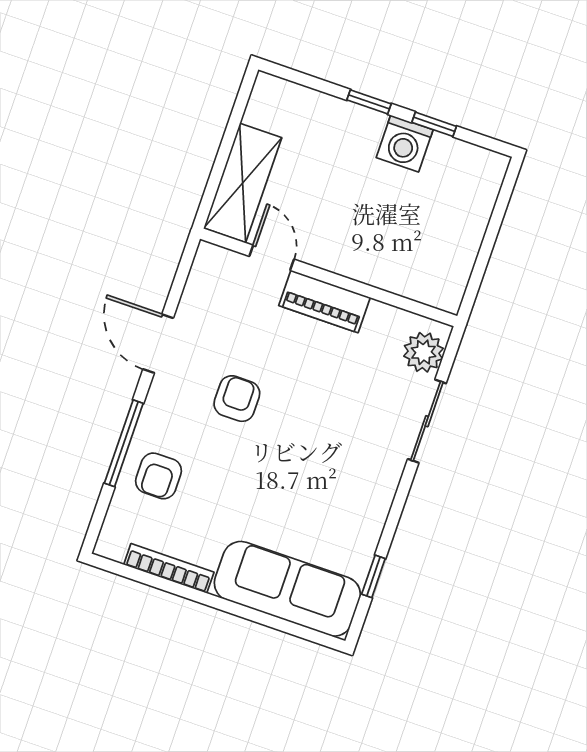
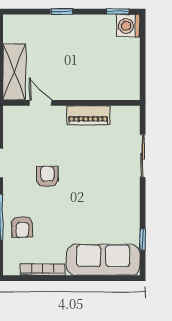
window: (434, 124) -> (117, 12), moved
washing machine: (405, 144) -> (128, 26), moved, turned 90
piano: (324, 302) -> (88, 115), moved
plant: (424, 352) -> (129, 123), removed

